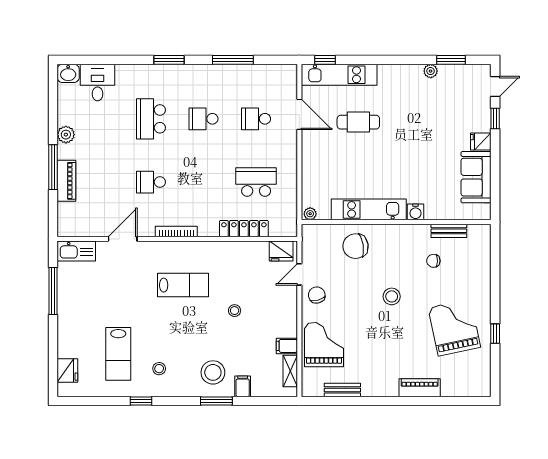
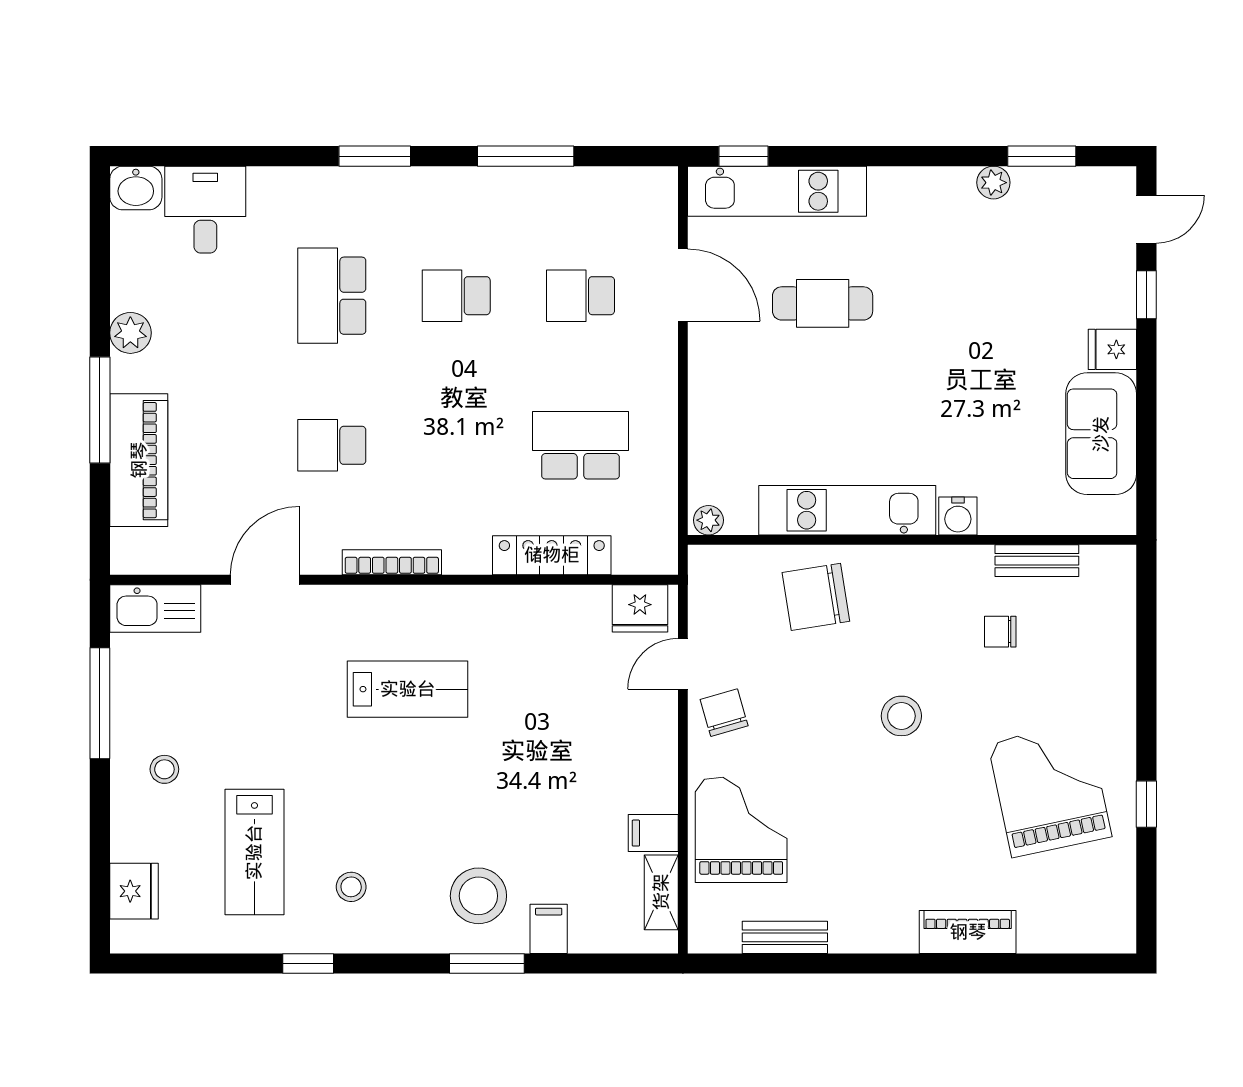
piano: (66, 181) -> (139, 460), width x1.37, depth x1.33
stool: (235, 311) -> (164, 769), moved

